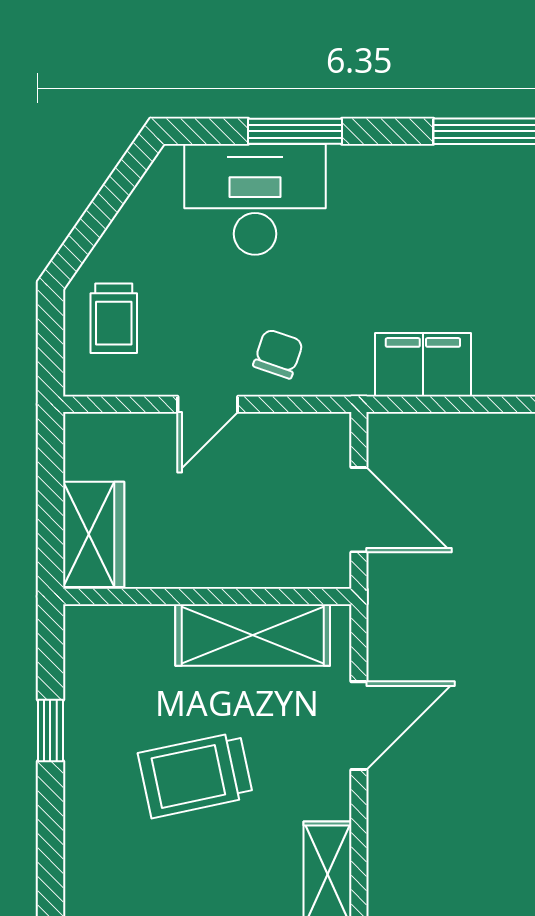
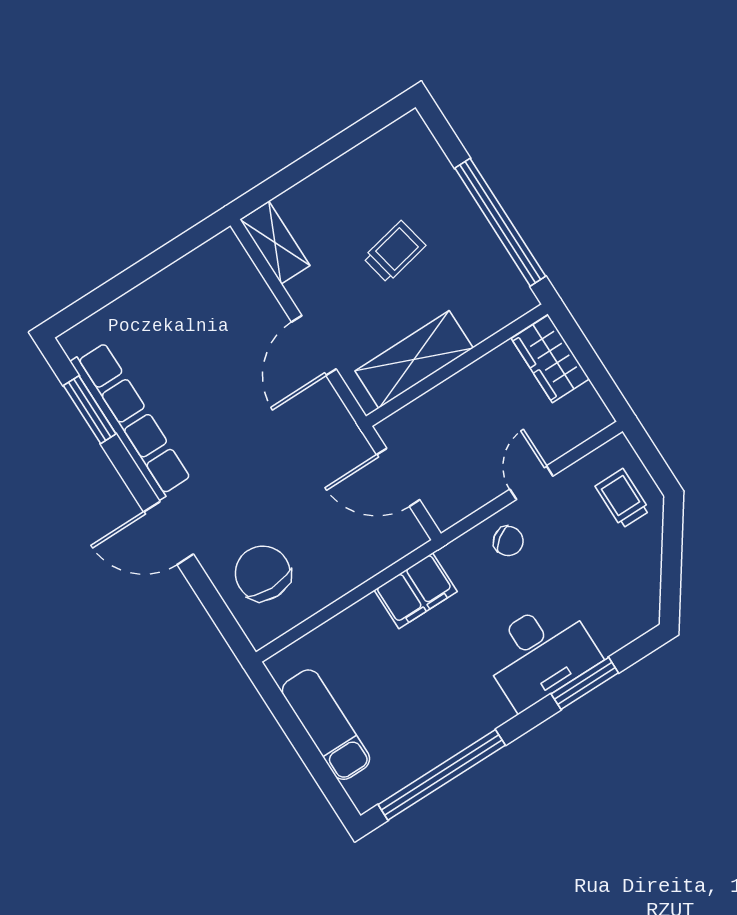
desk: (255, 199) -> (540, 654), moved
chair: (278, 354) -> (508, 541), turned -55
window: (50, 731) -> (500, 222), width x3.17
trolley: (196, 775) -> (394, 252), width x0.73, depth x0.72

